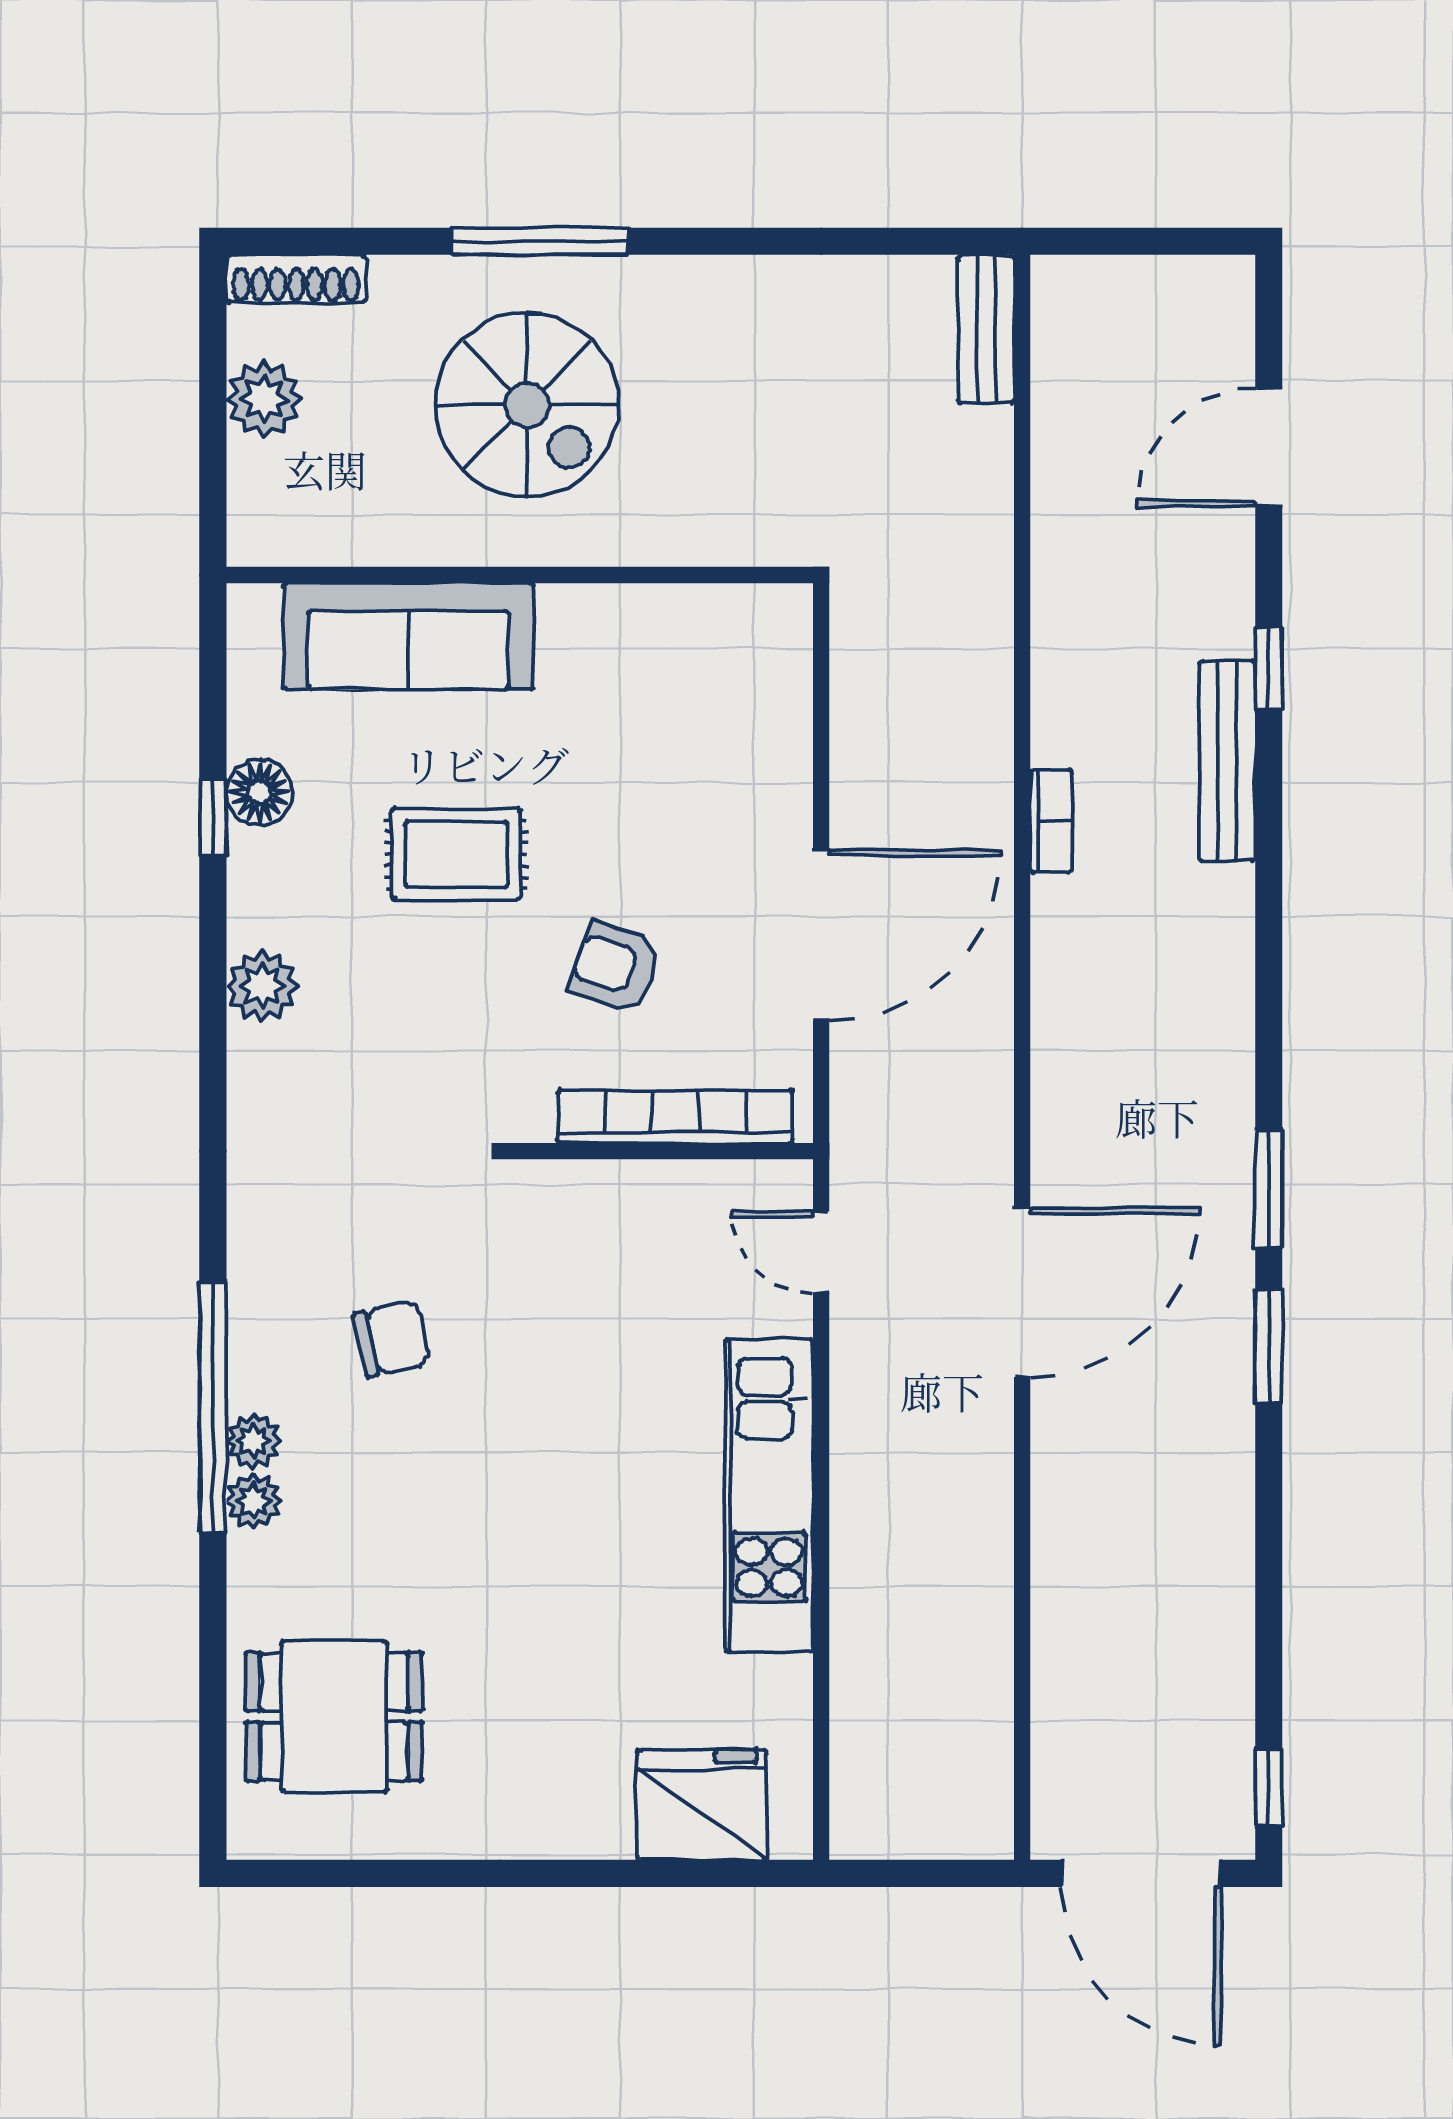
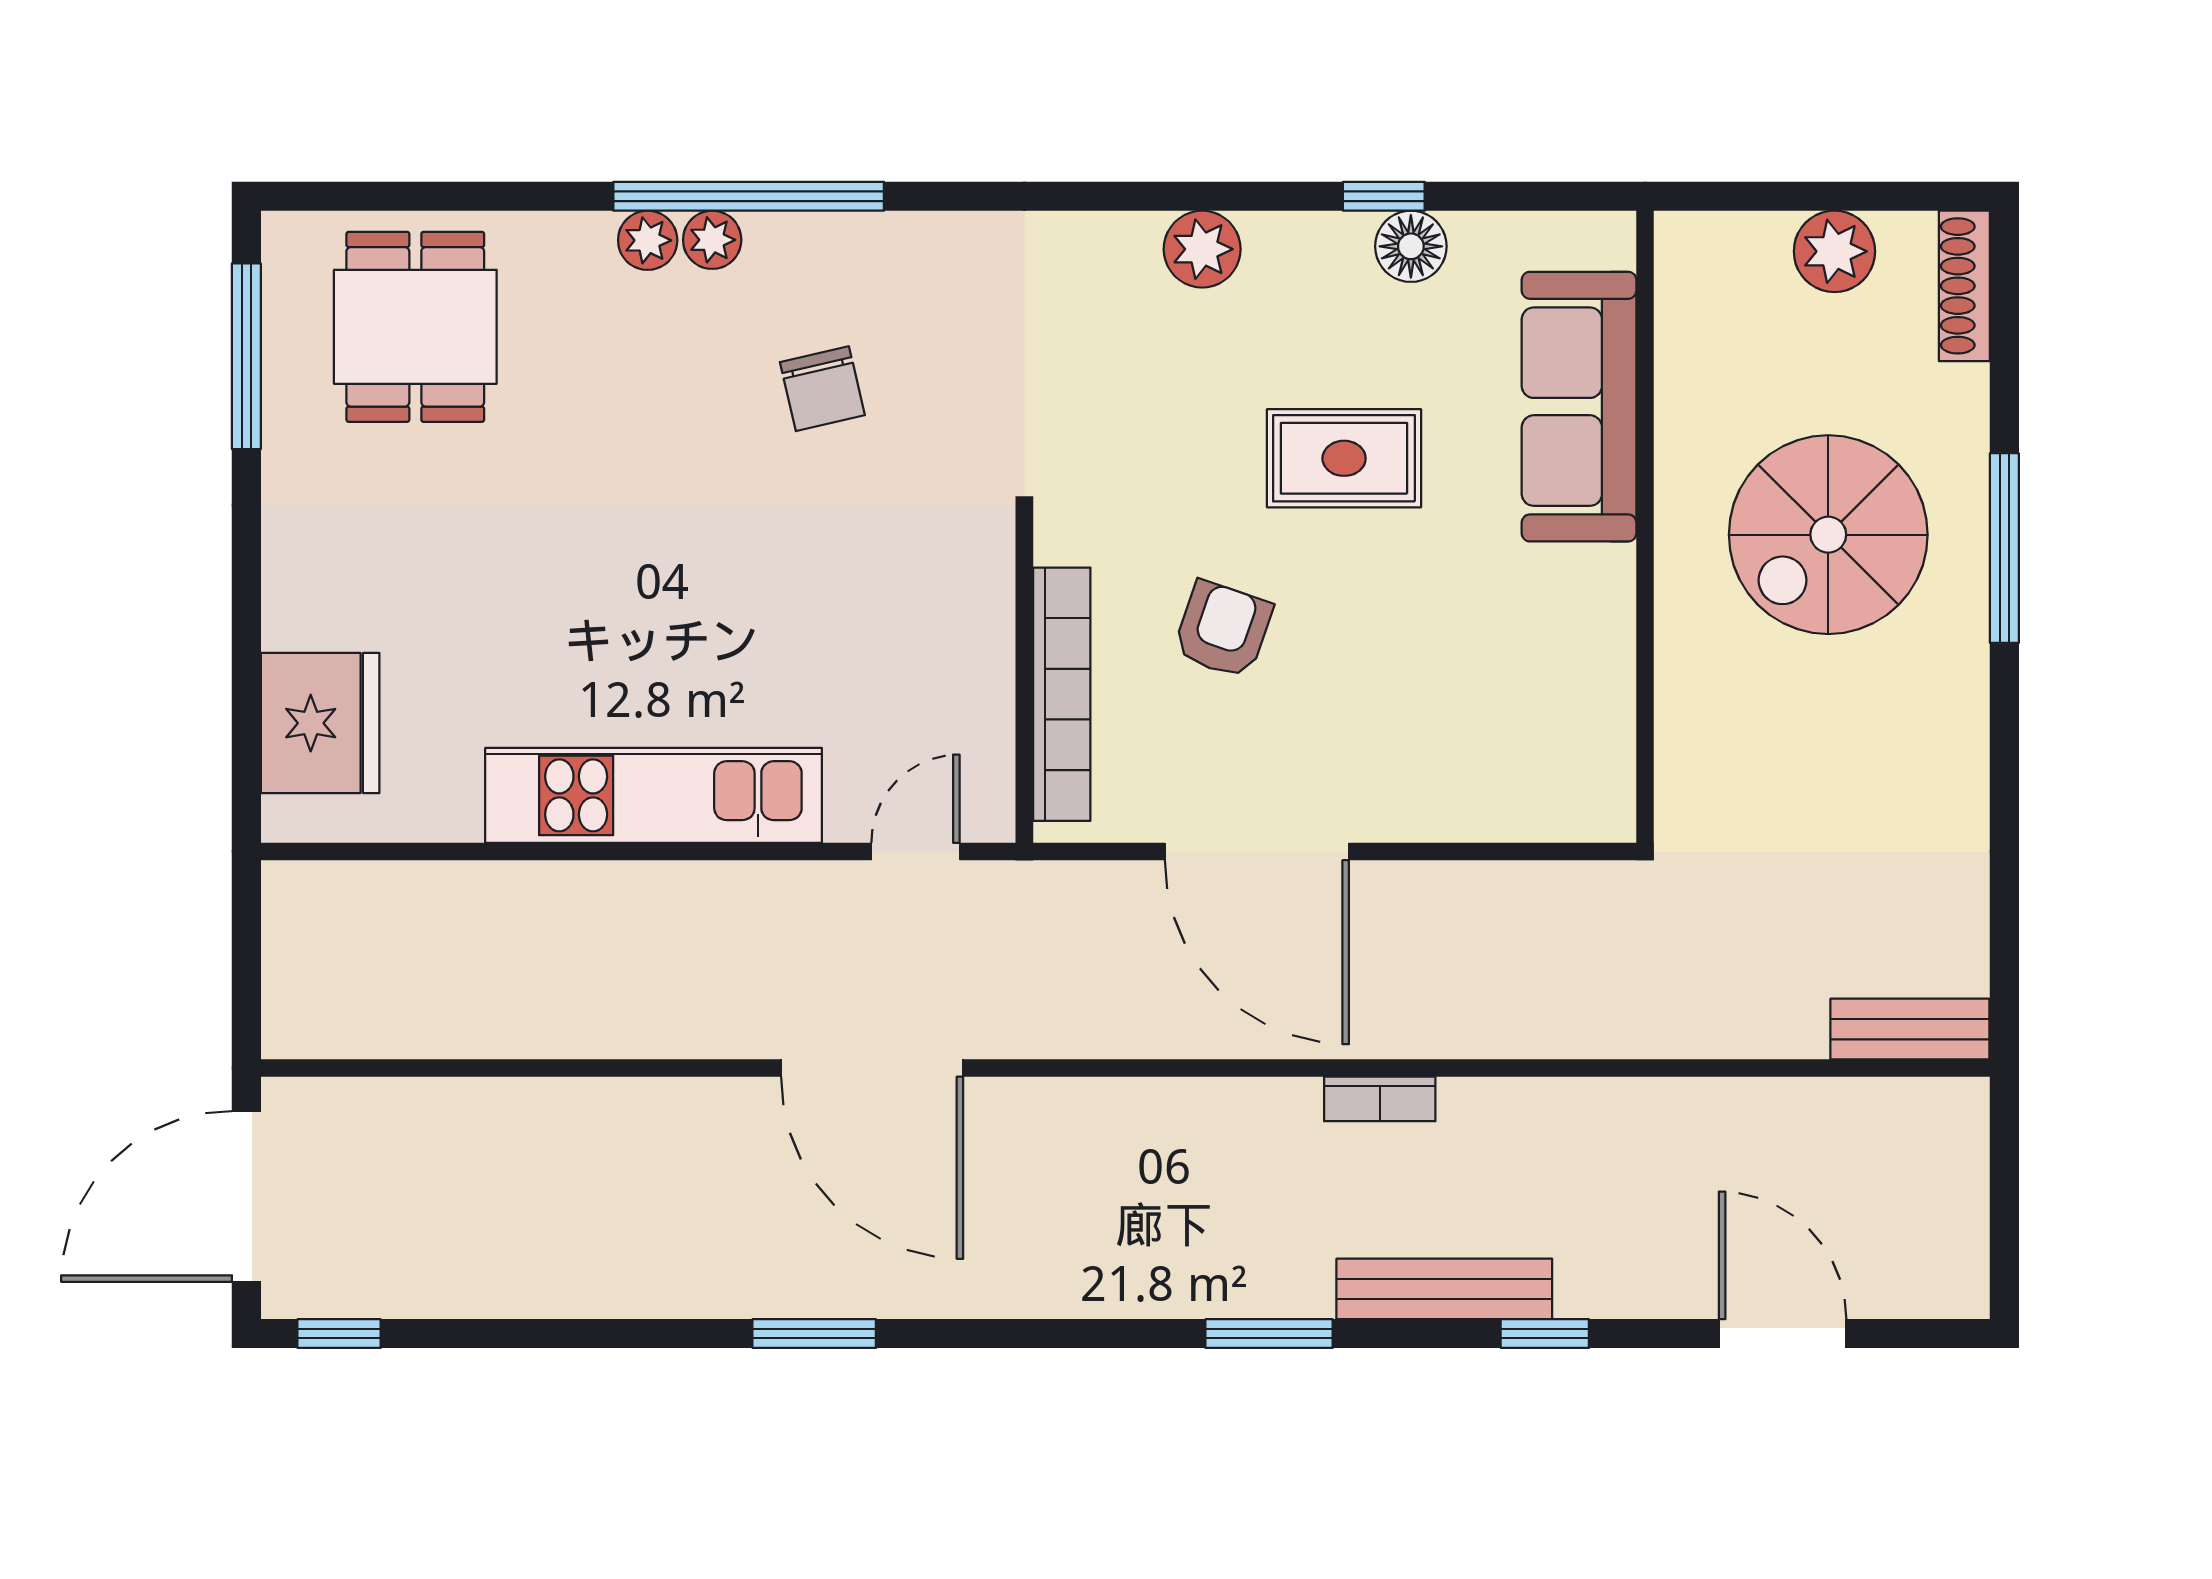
rug: (456, 854) -> (1344, 458), turned 90
window: (1269, 1189) -> (1269, 1334), moved
window: (361, 1873) -> (246, 356), added

